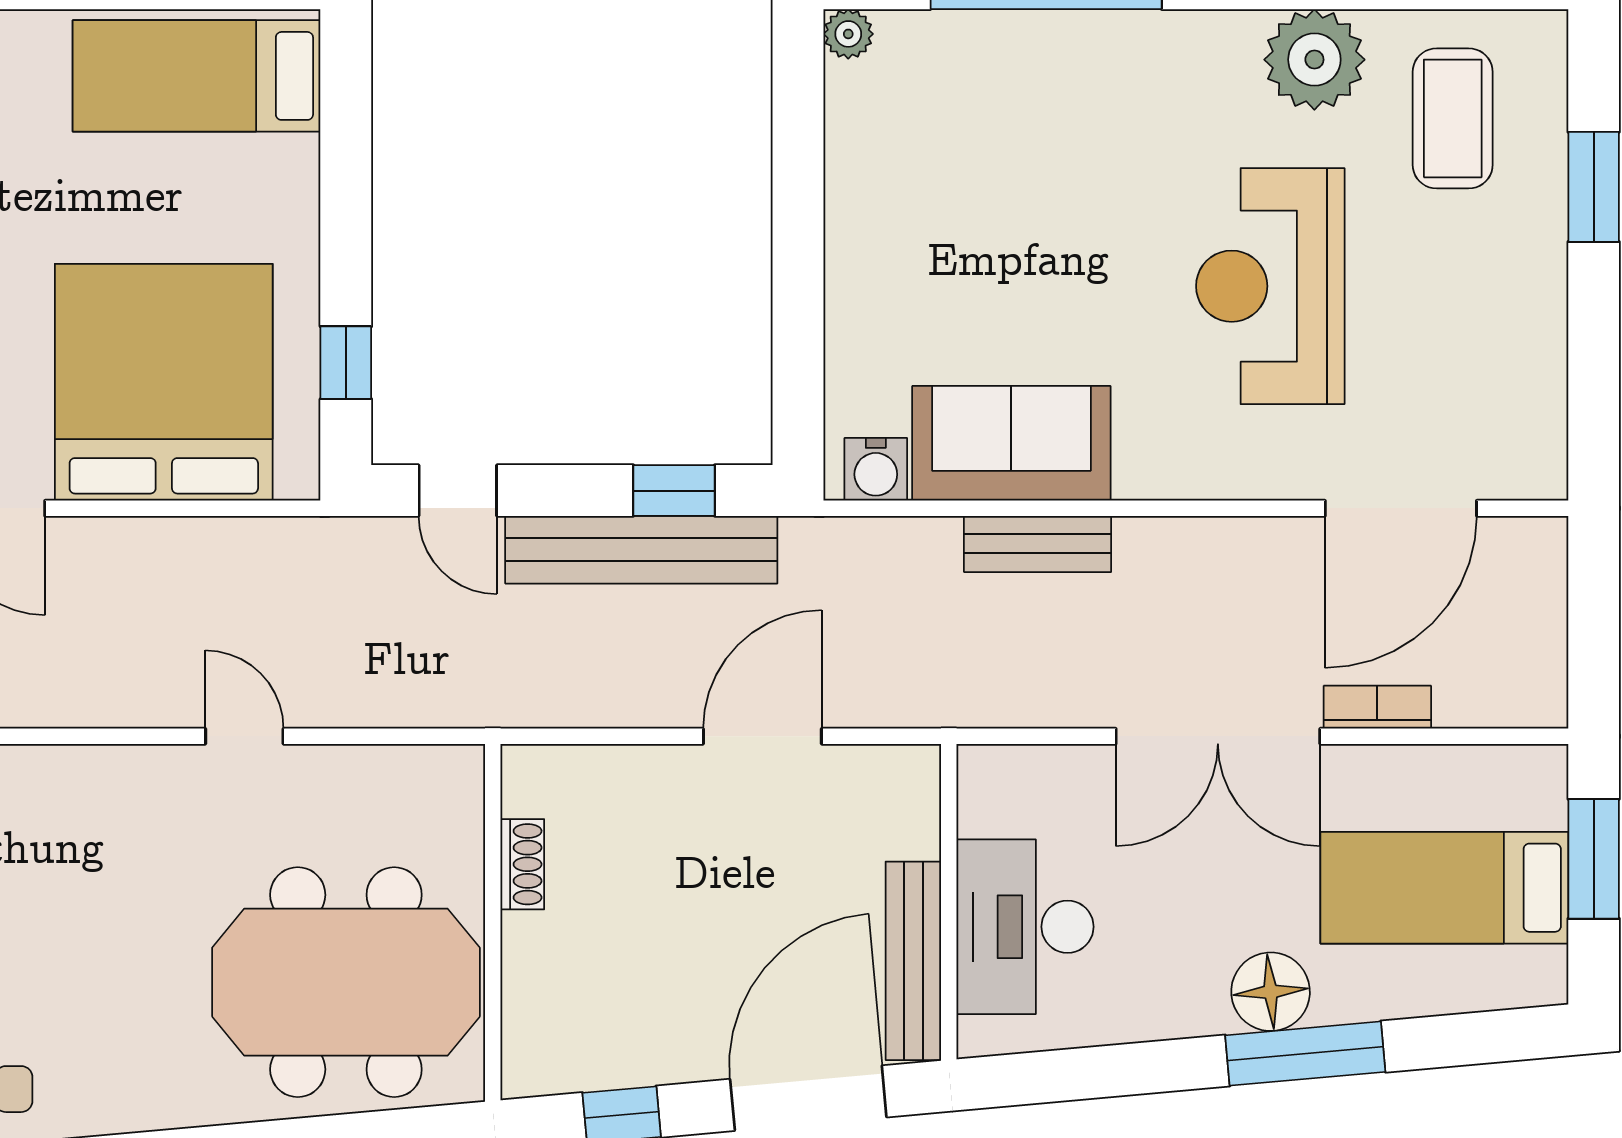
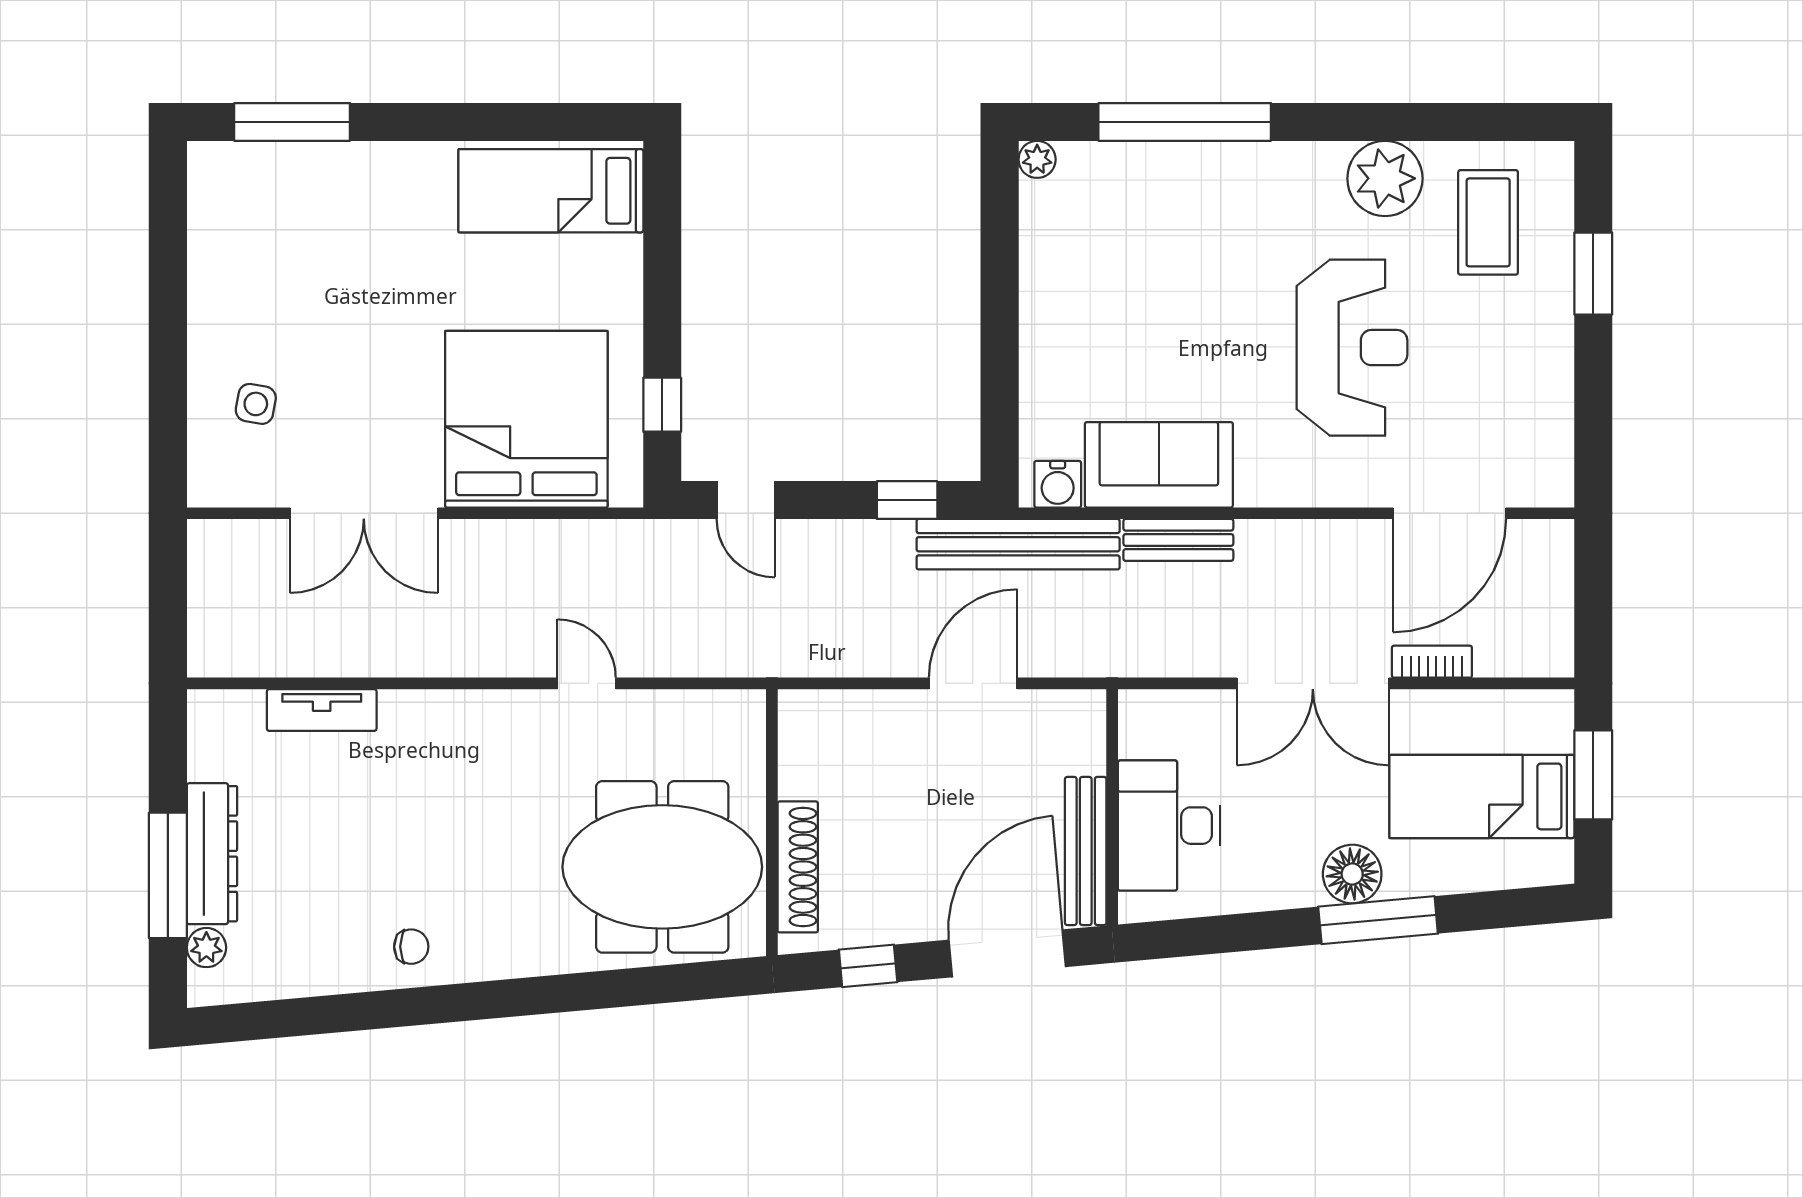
reception desk: (1270, 286) -> (1352, 348), turned 180
bench: (641, 550) -> (1018, 544), moved
shoe rack: (522, 864) -> (798, 867), moved, width x1.94, depth x1.24

